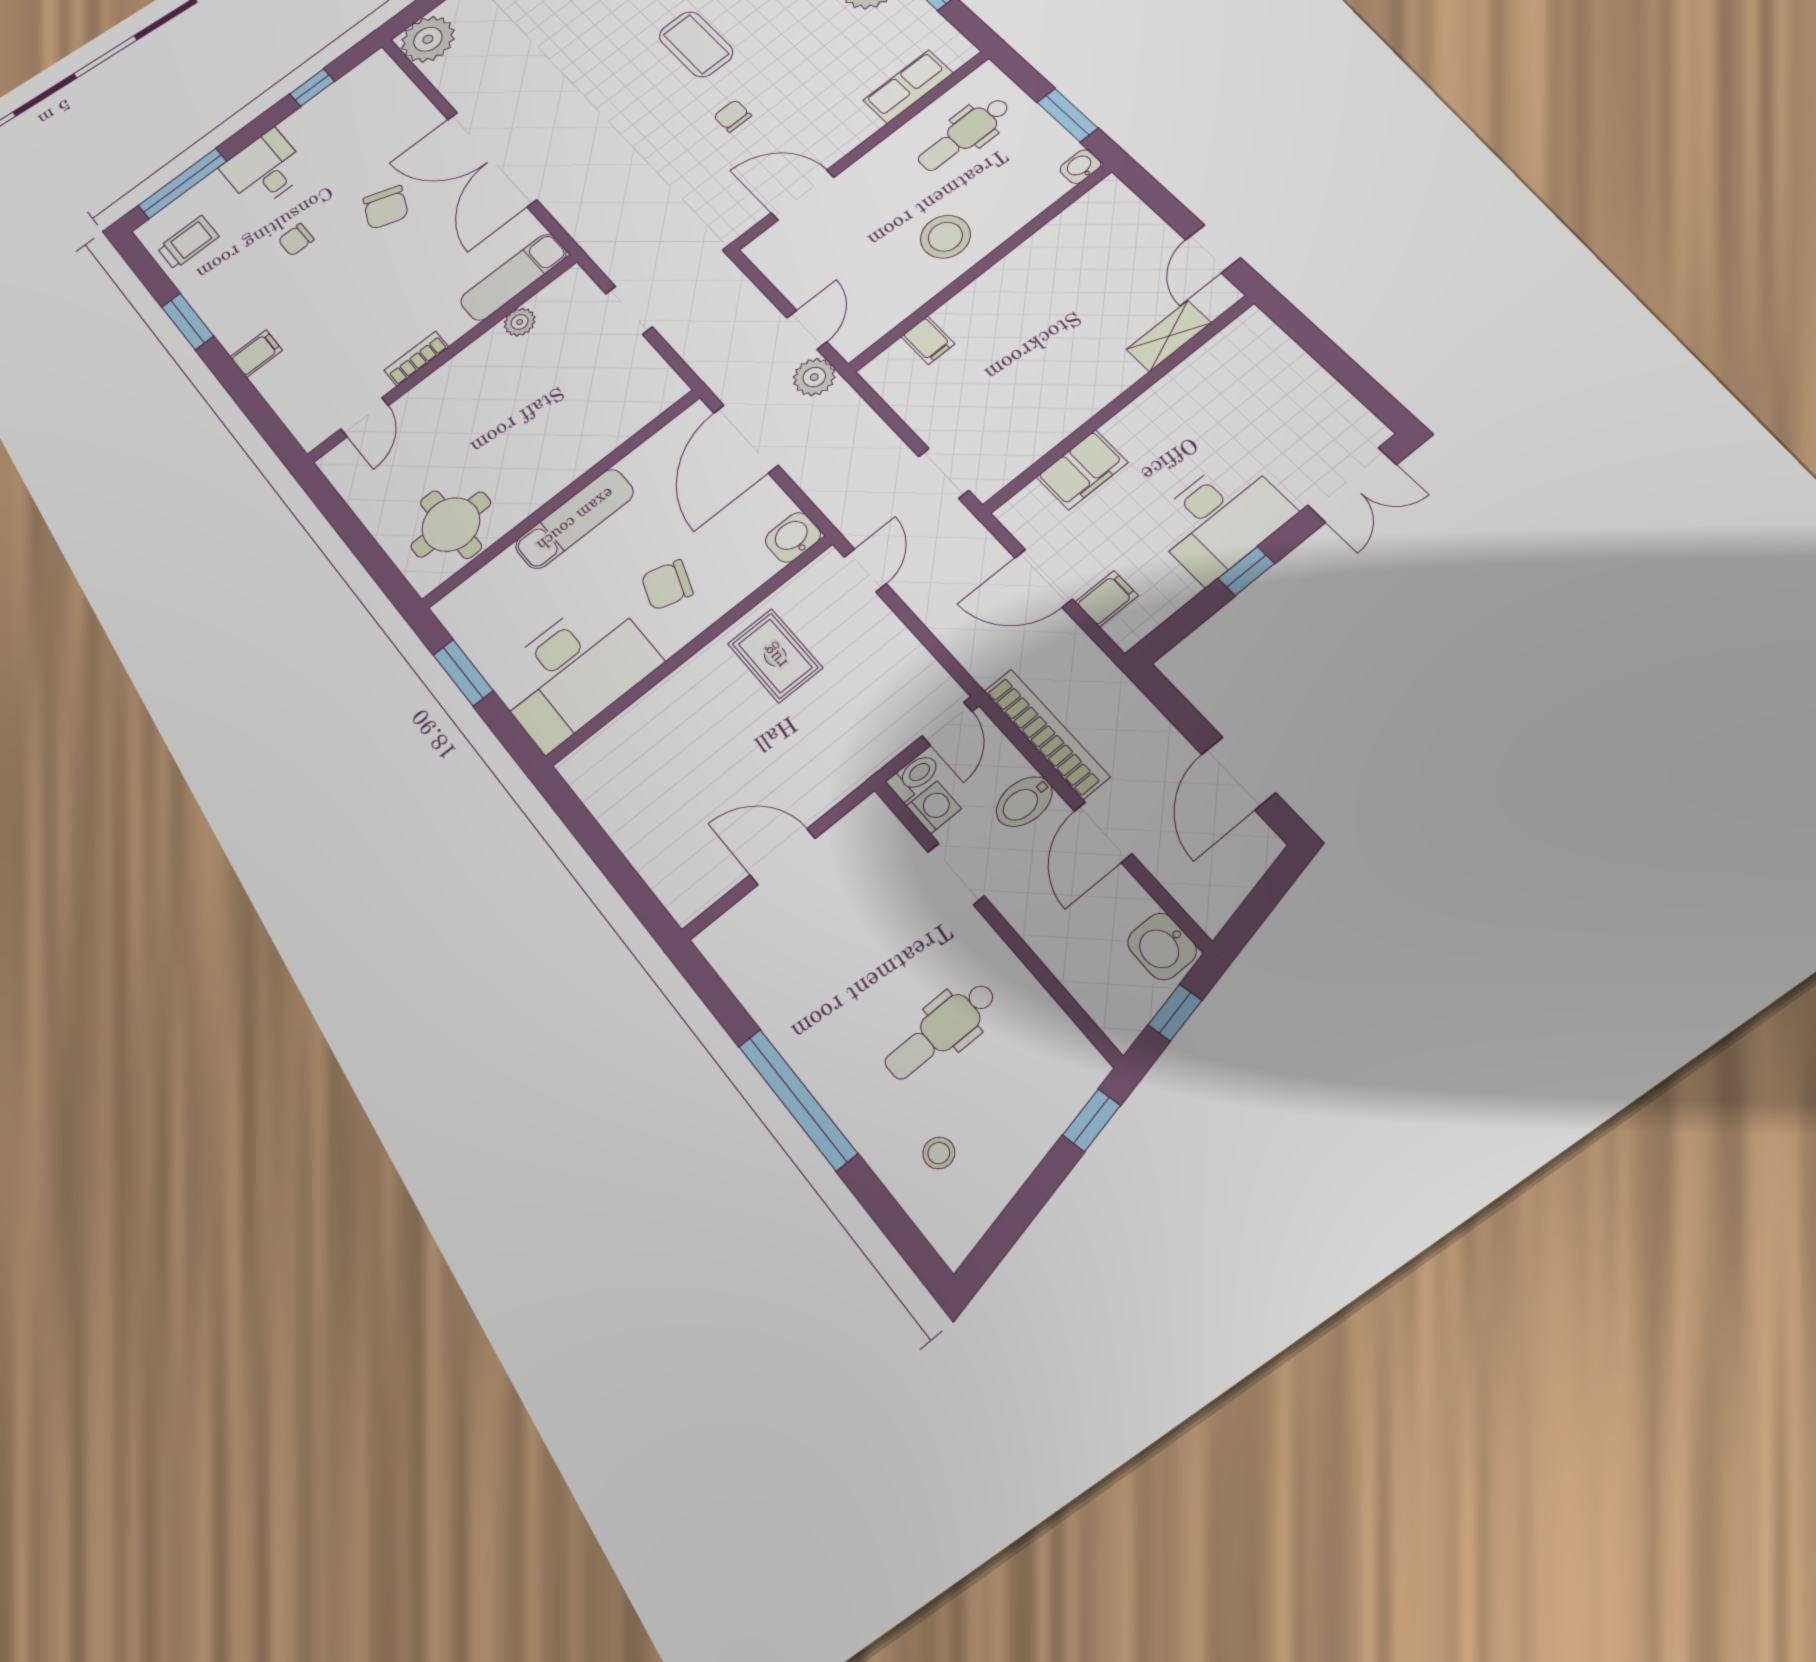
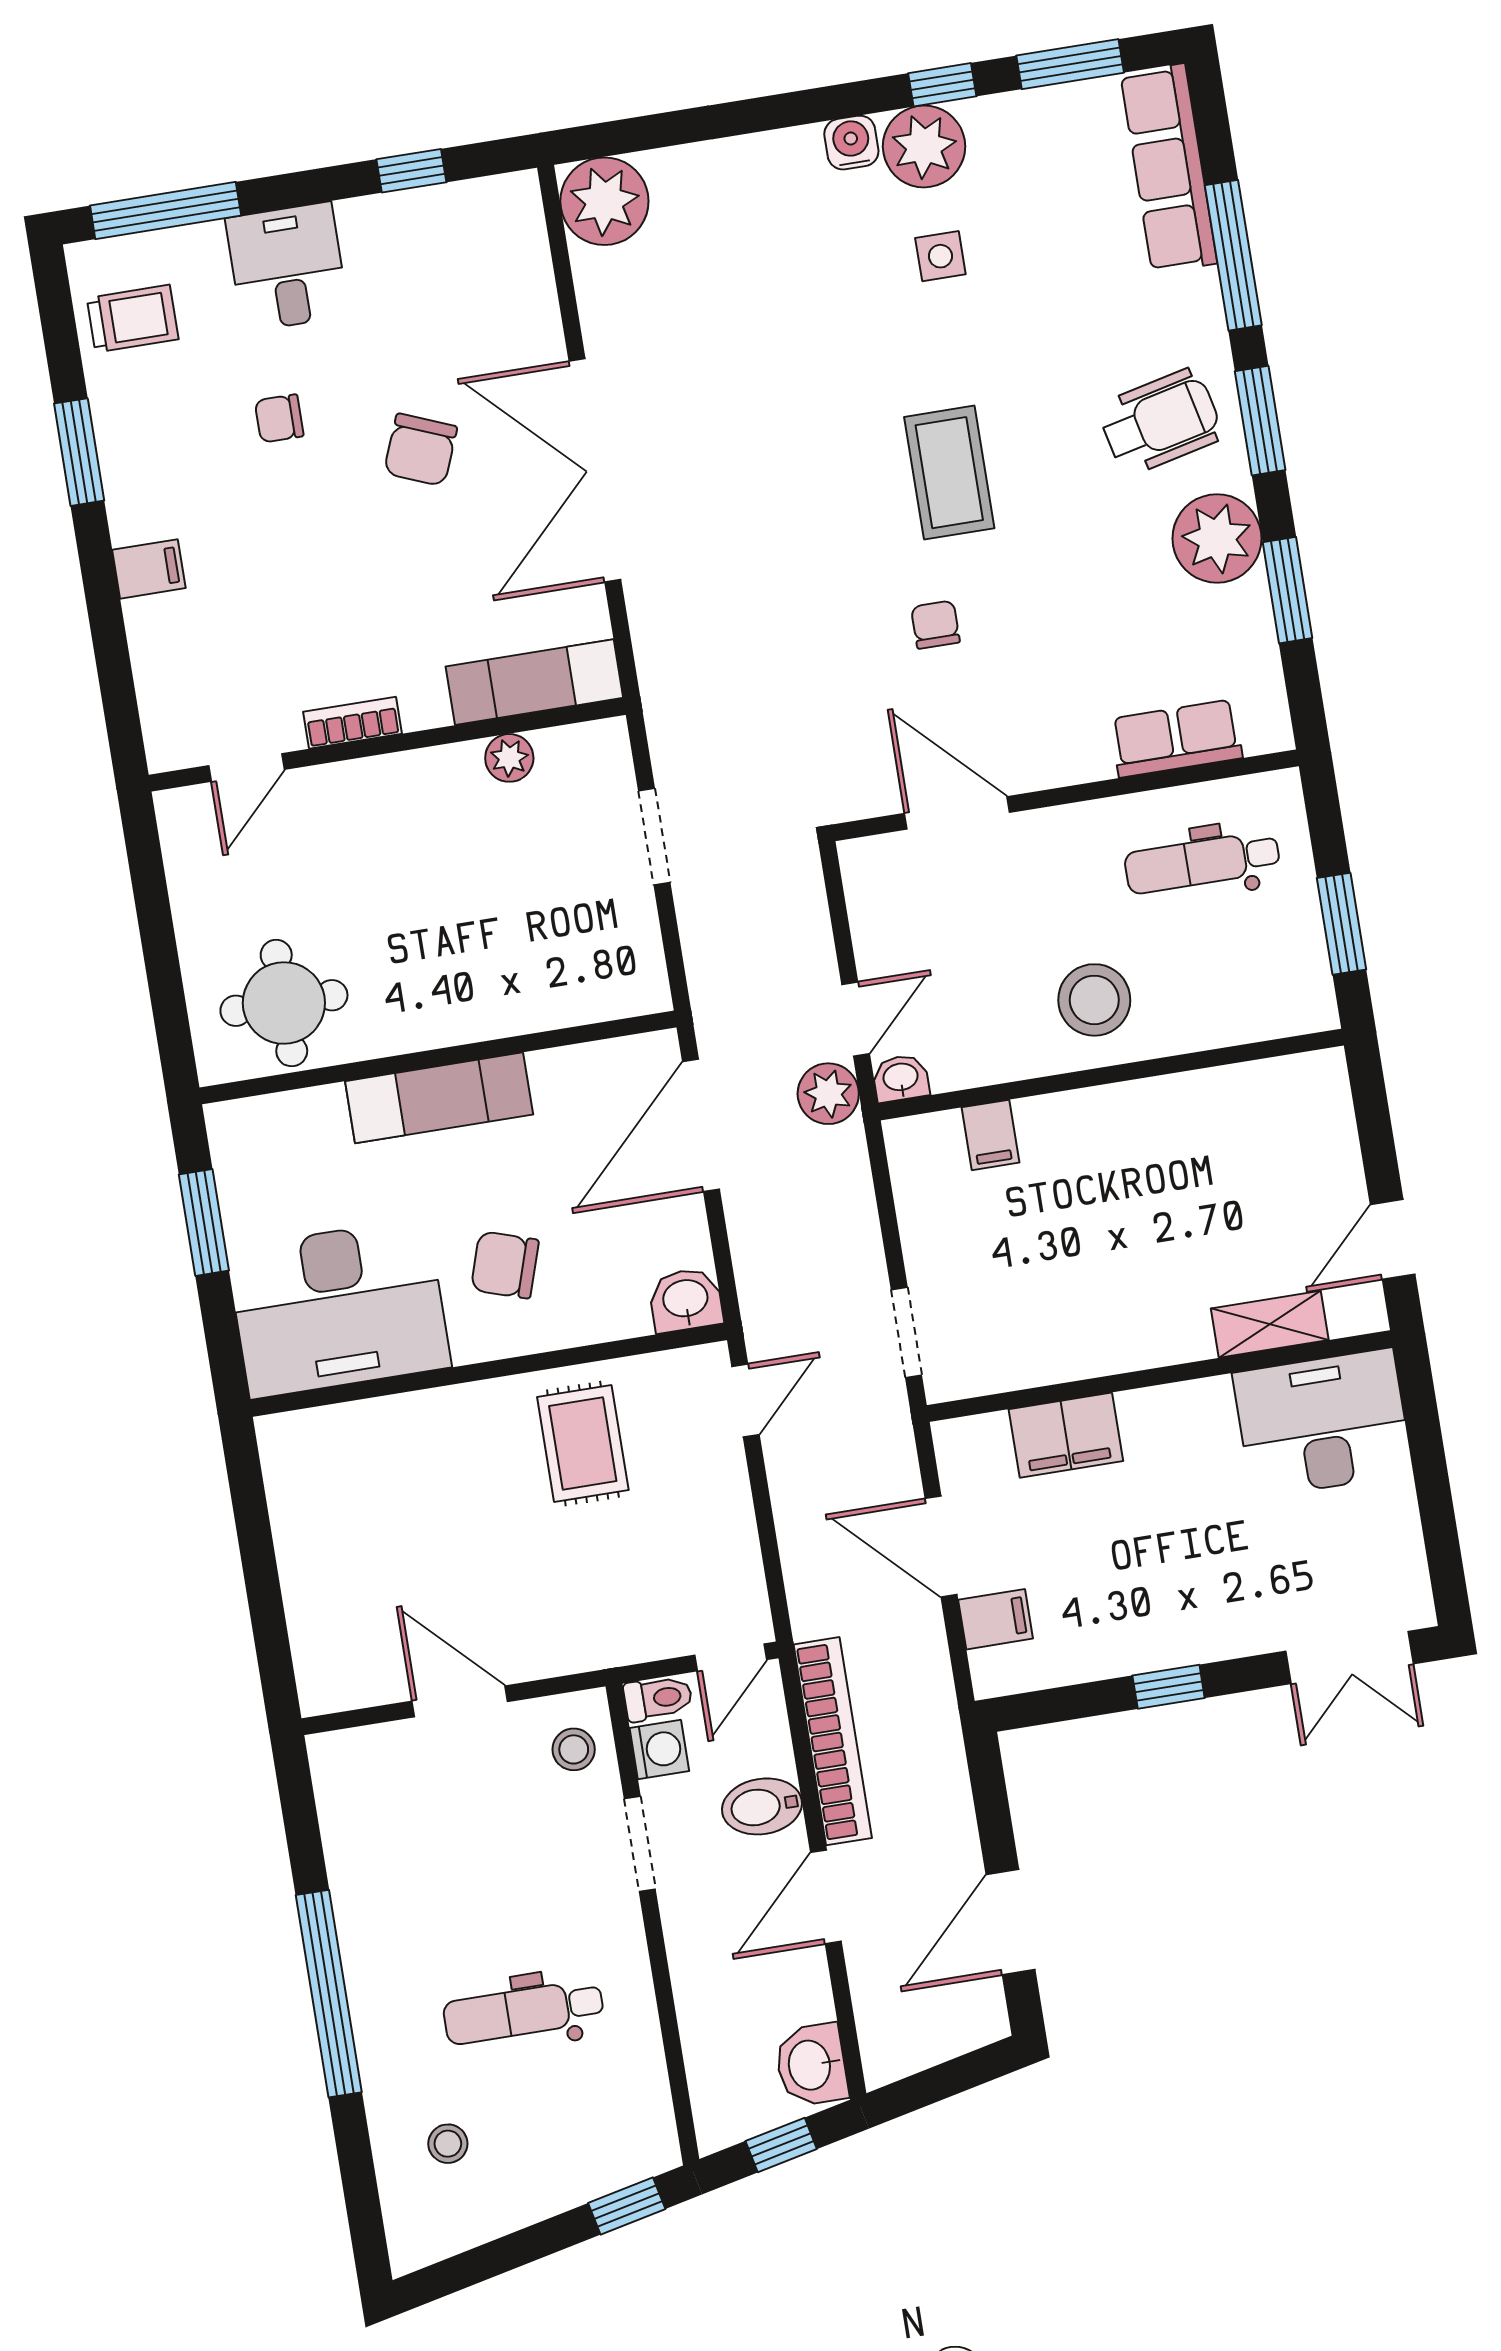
washbasin: (1080, 167) -> (901, 1078), moved
desk: (1221, 518) -> (1323, 1423), moved, turned 180
stool: (876, 841) -> (574, 1749), added

